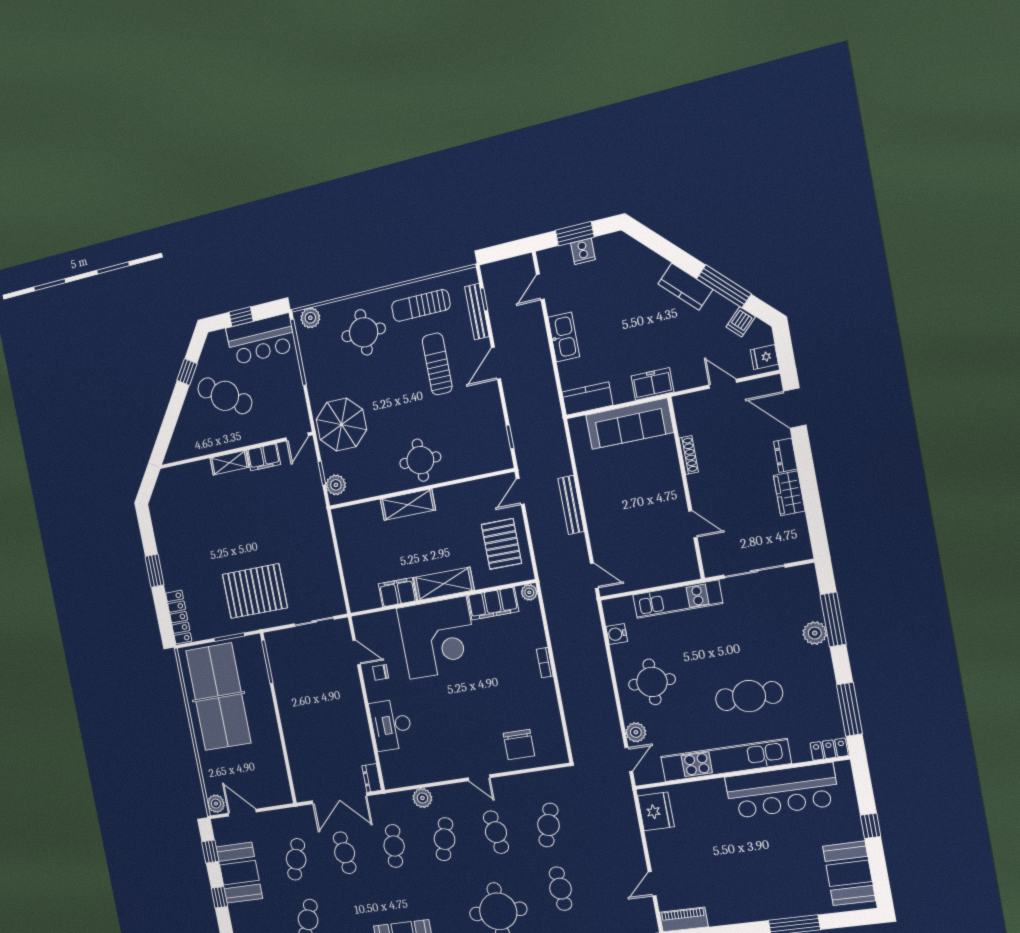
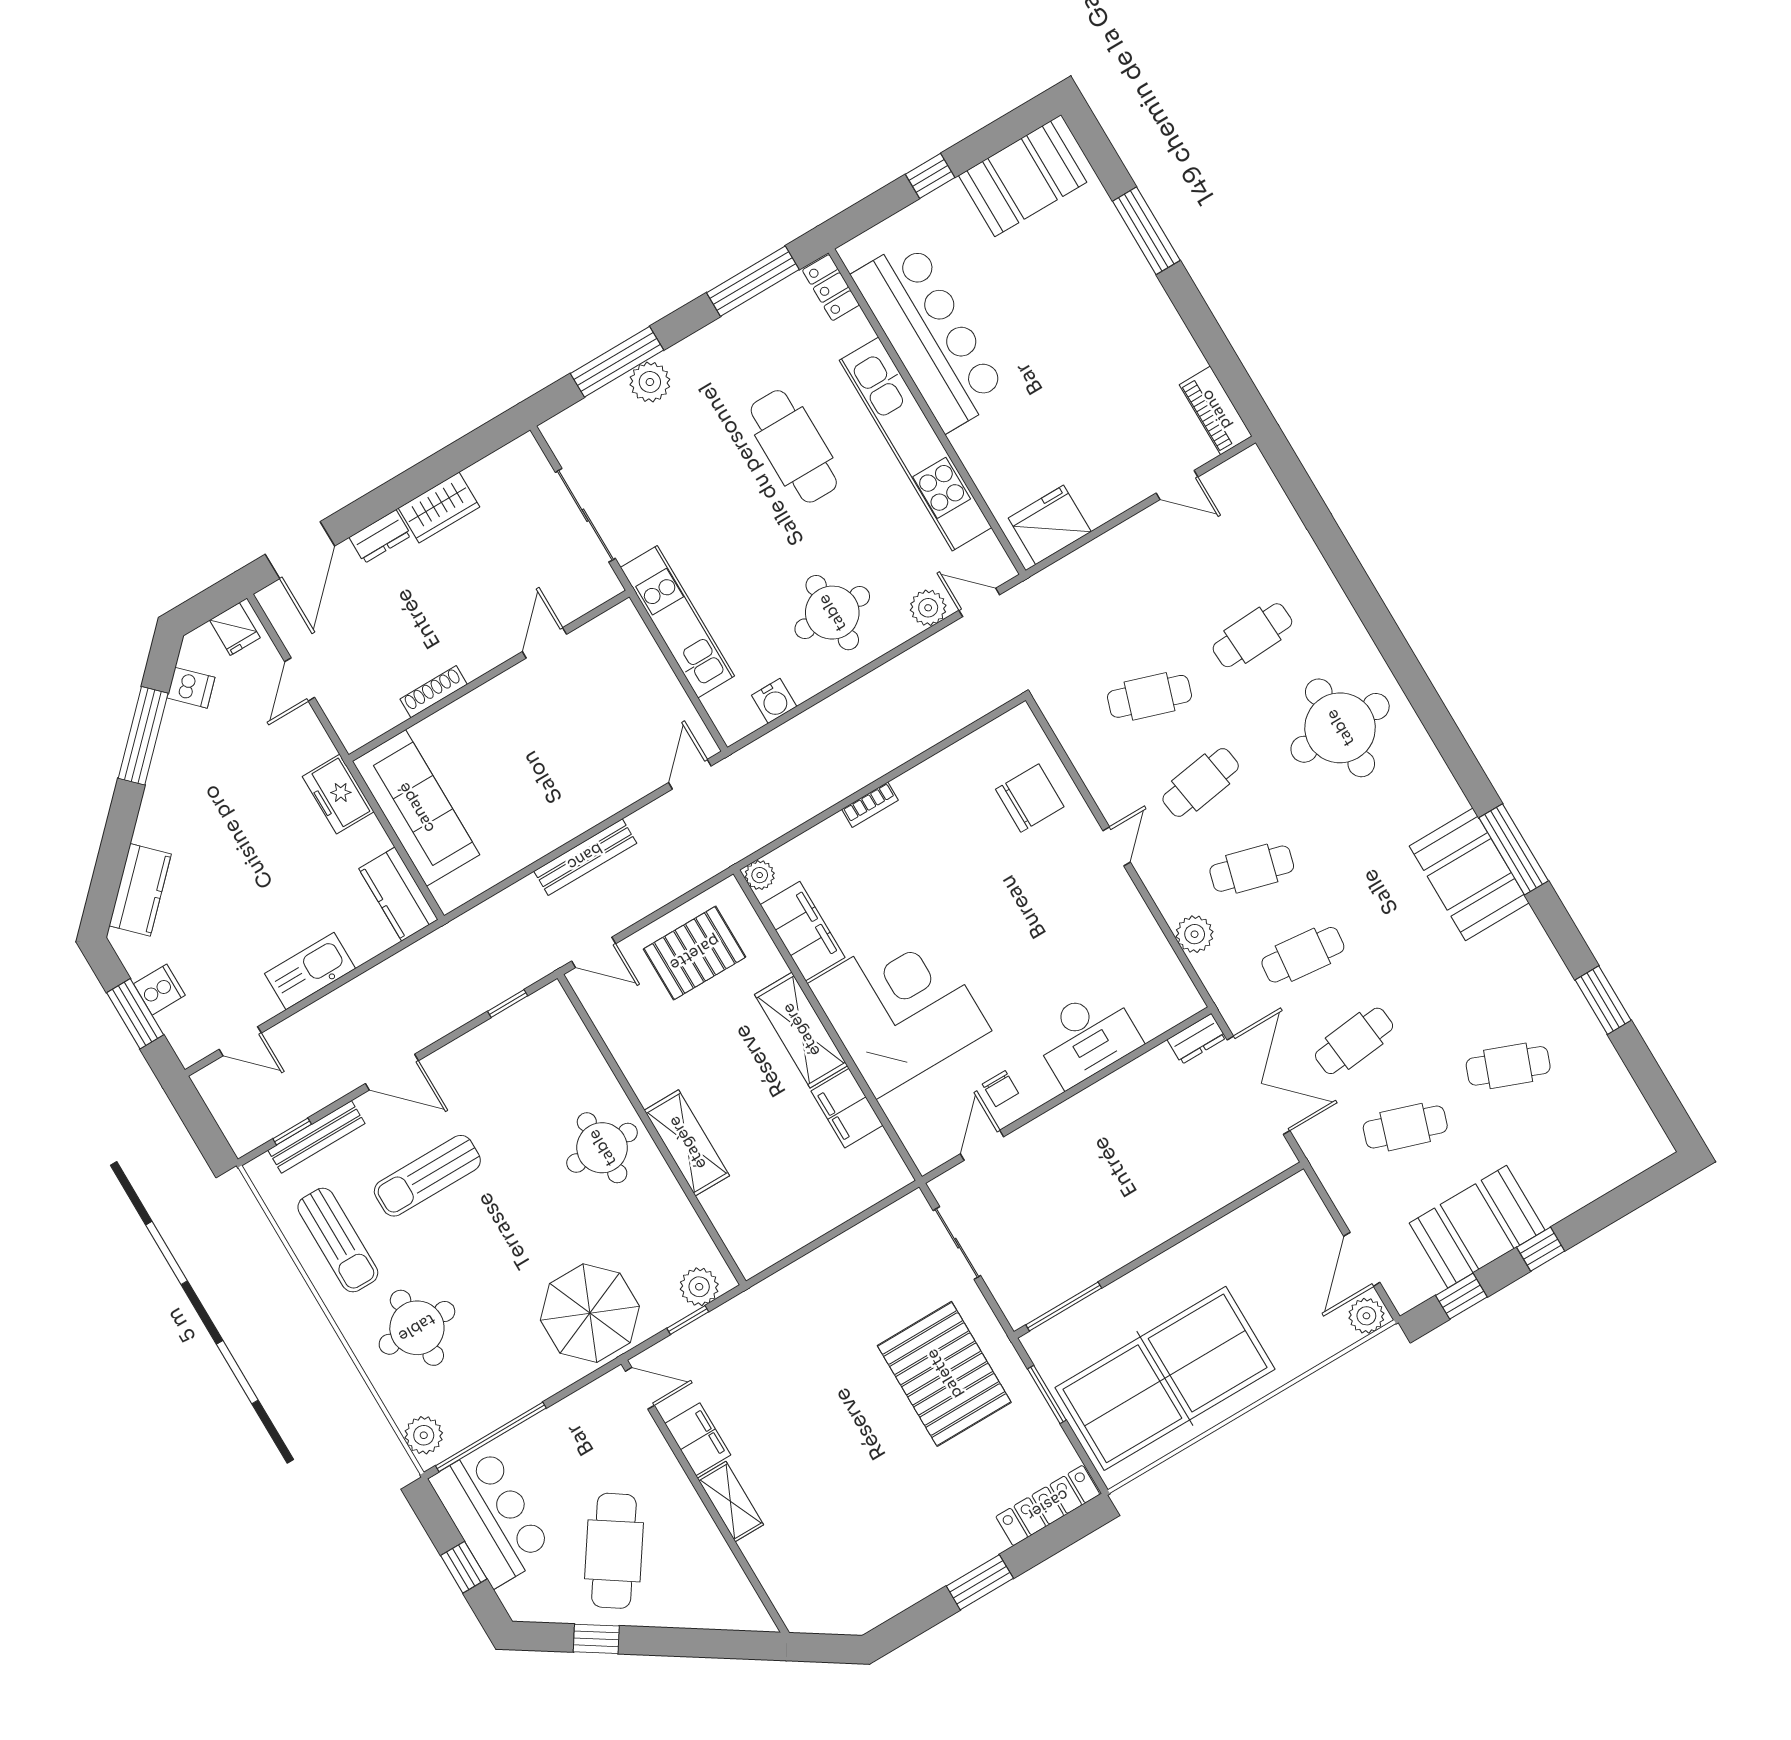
kitchen counter: (685, 287) -> (140, 890), moved

